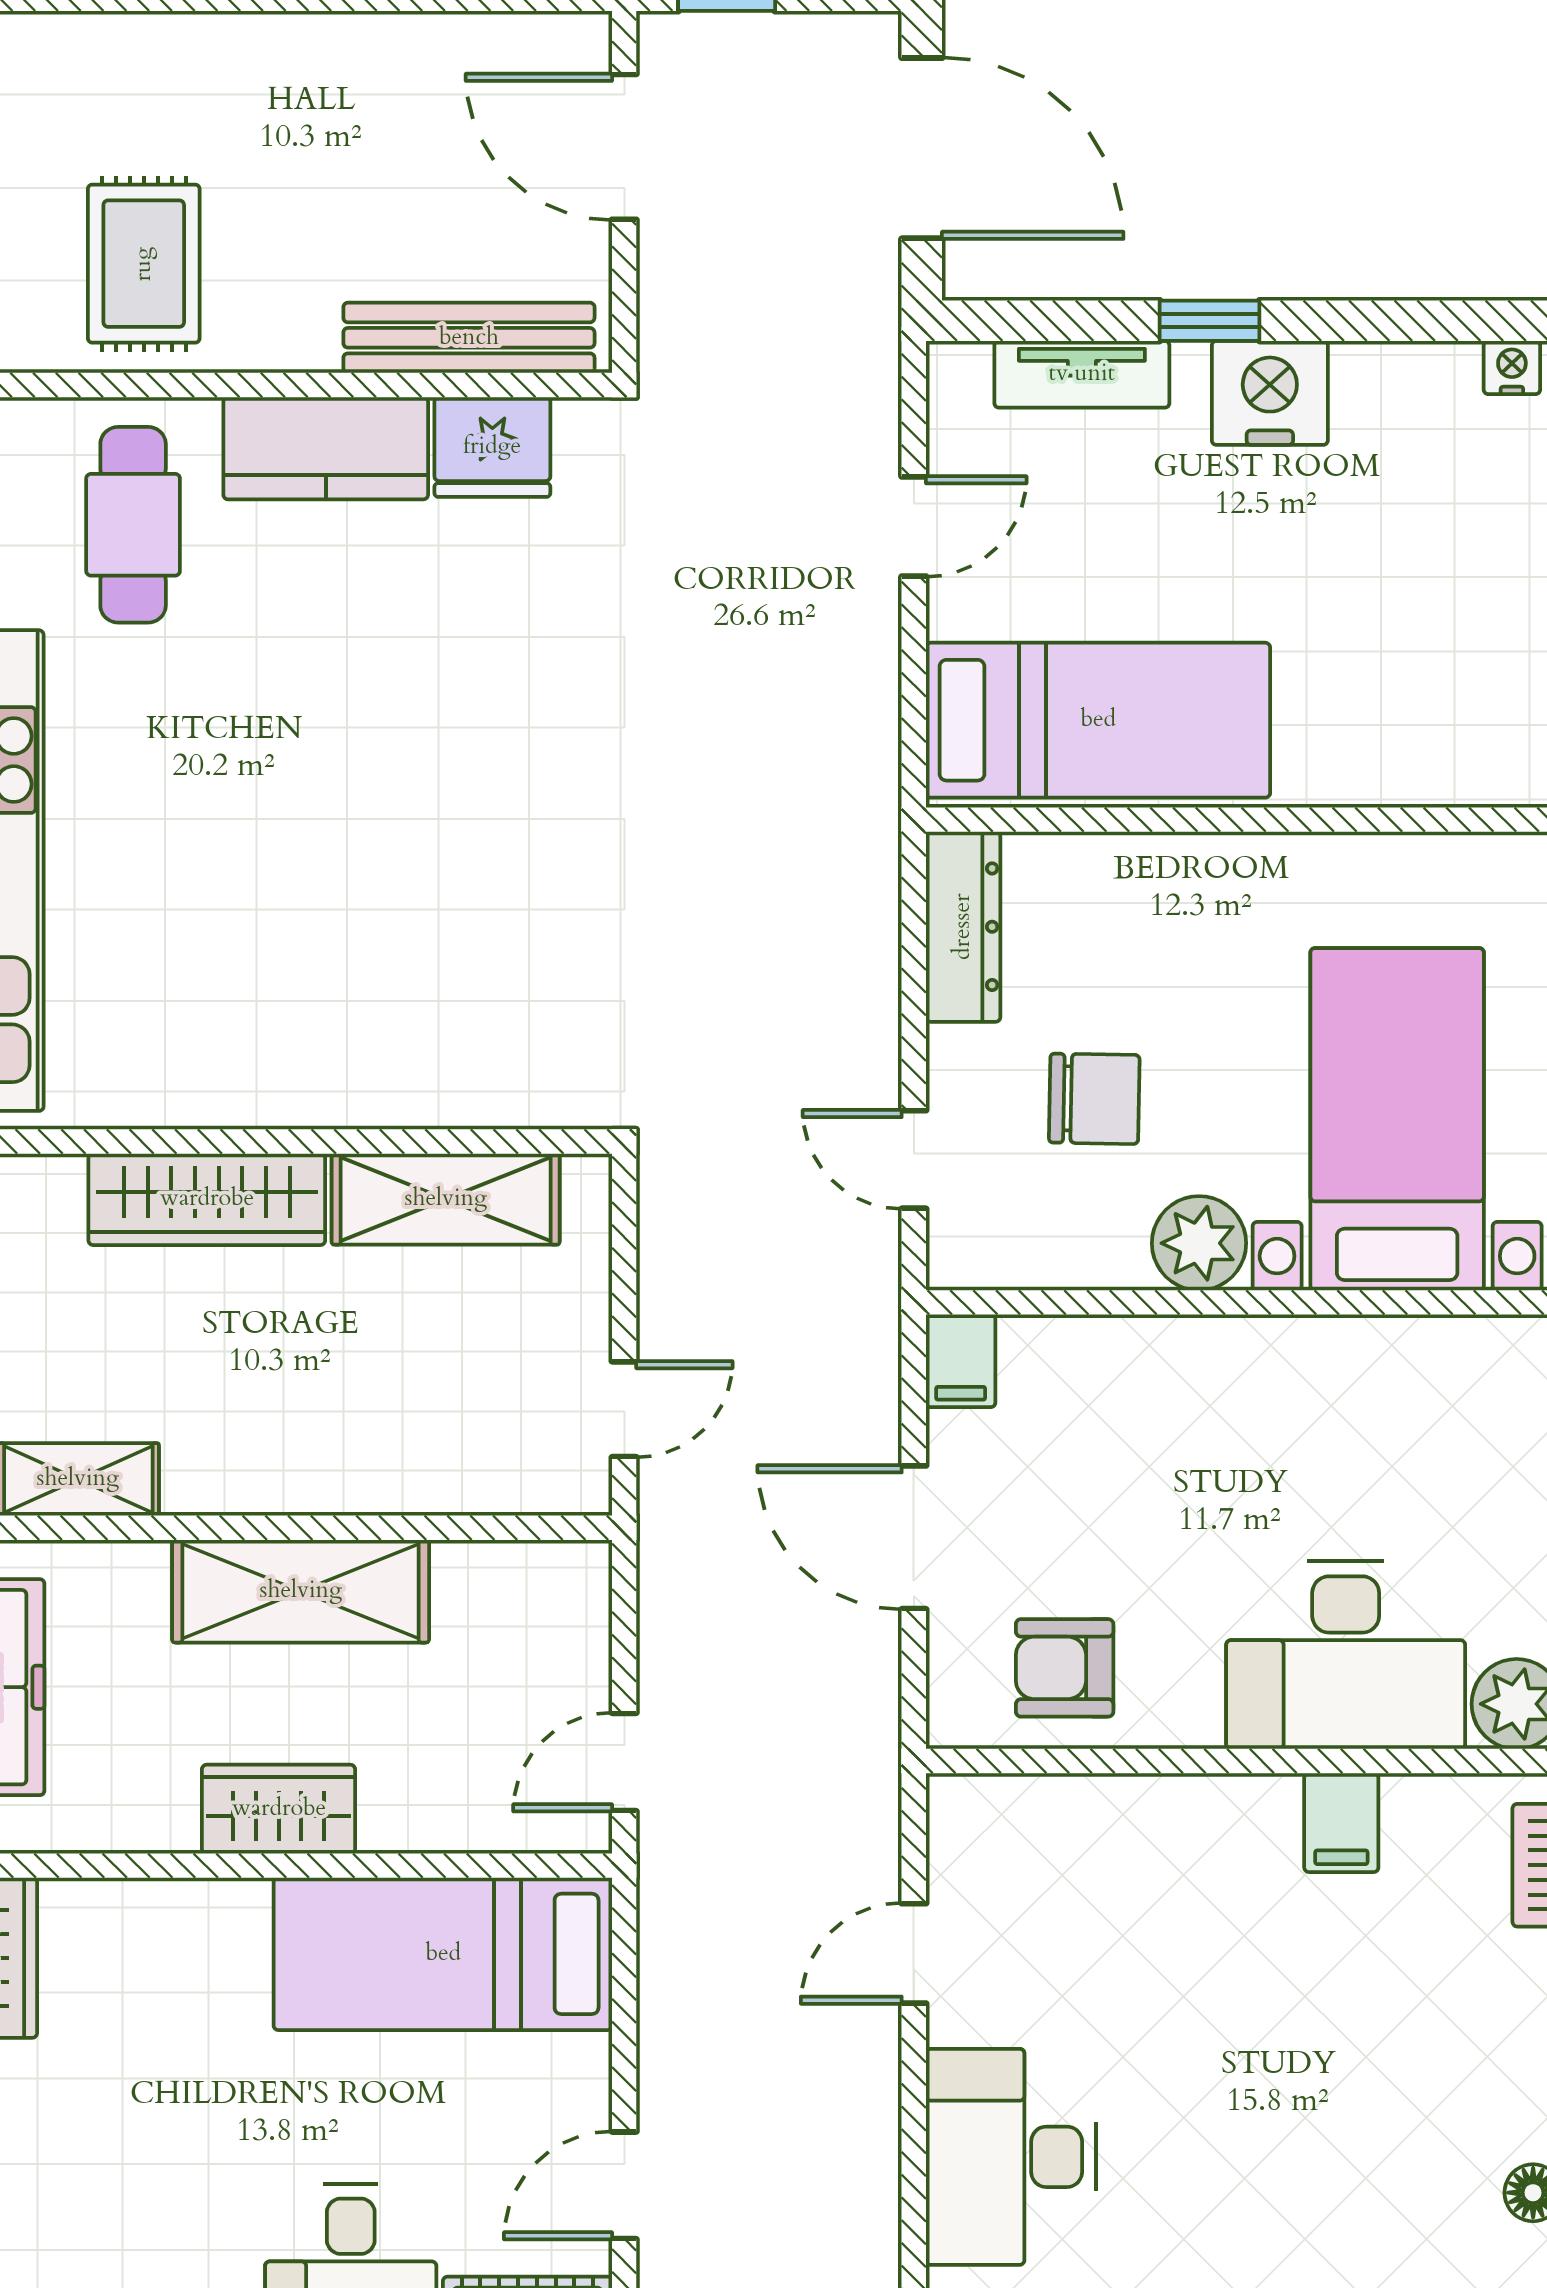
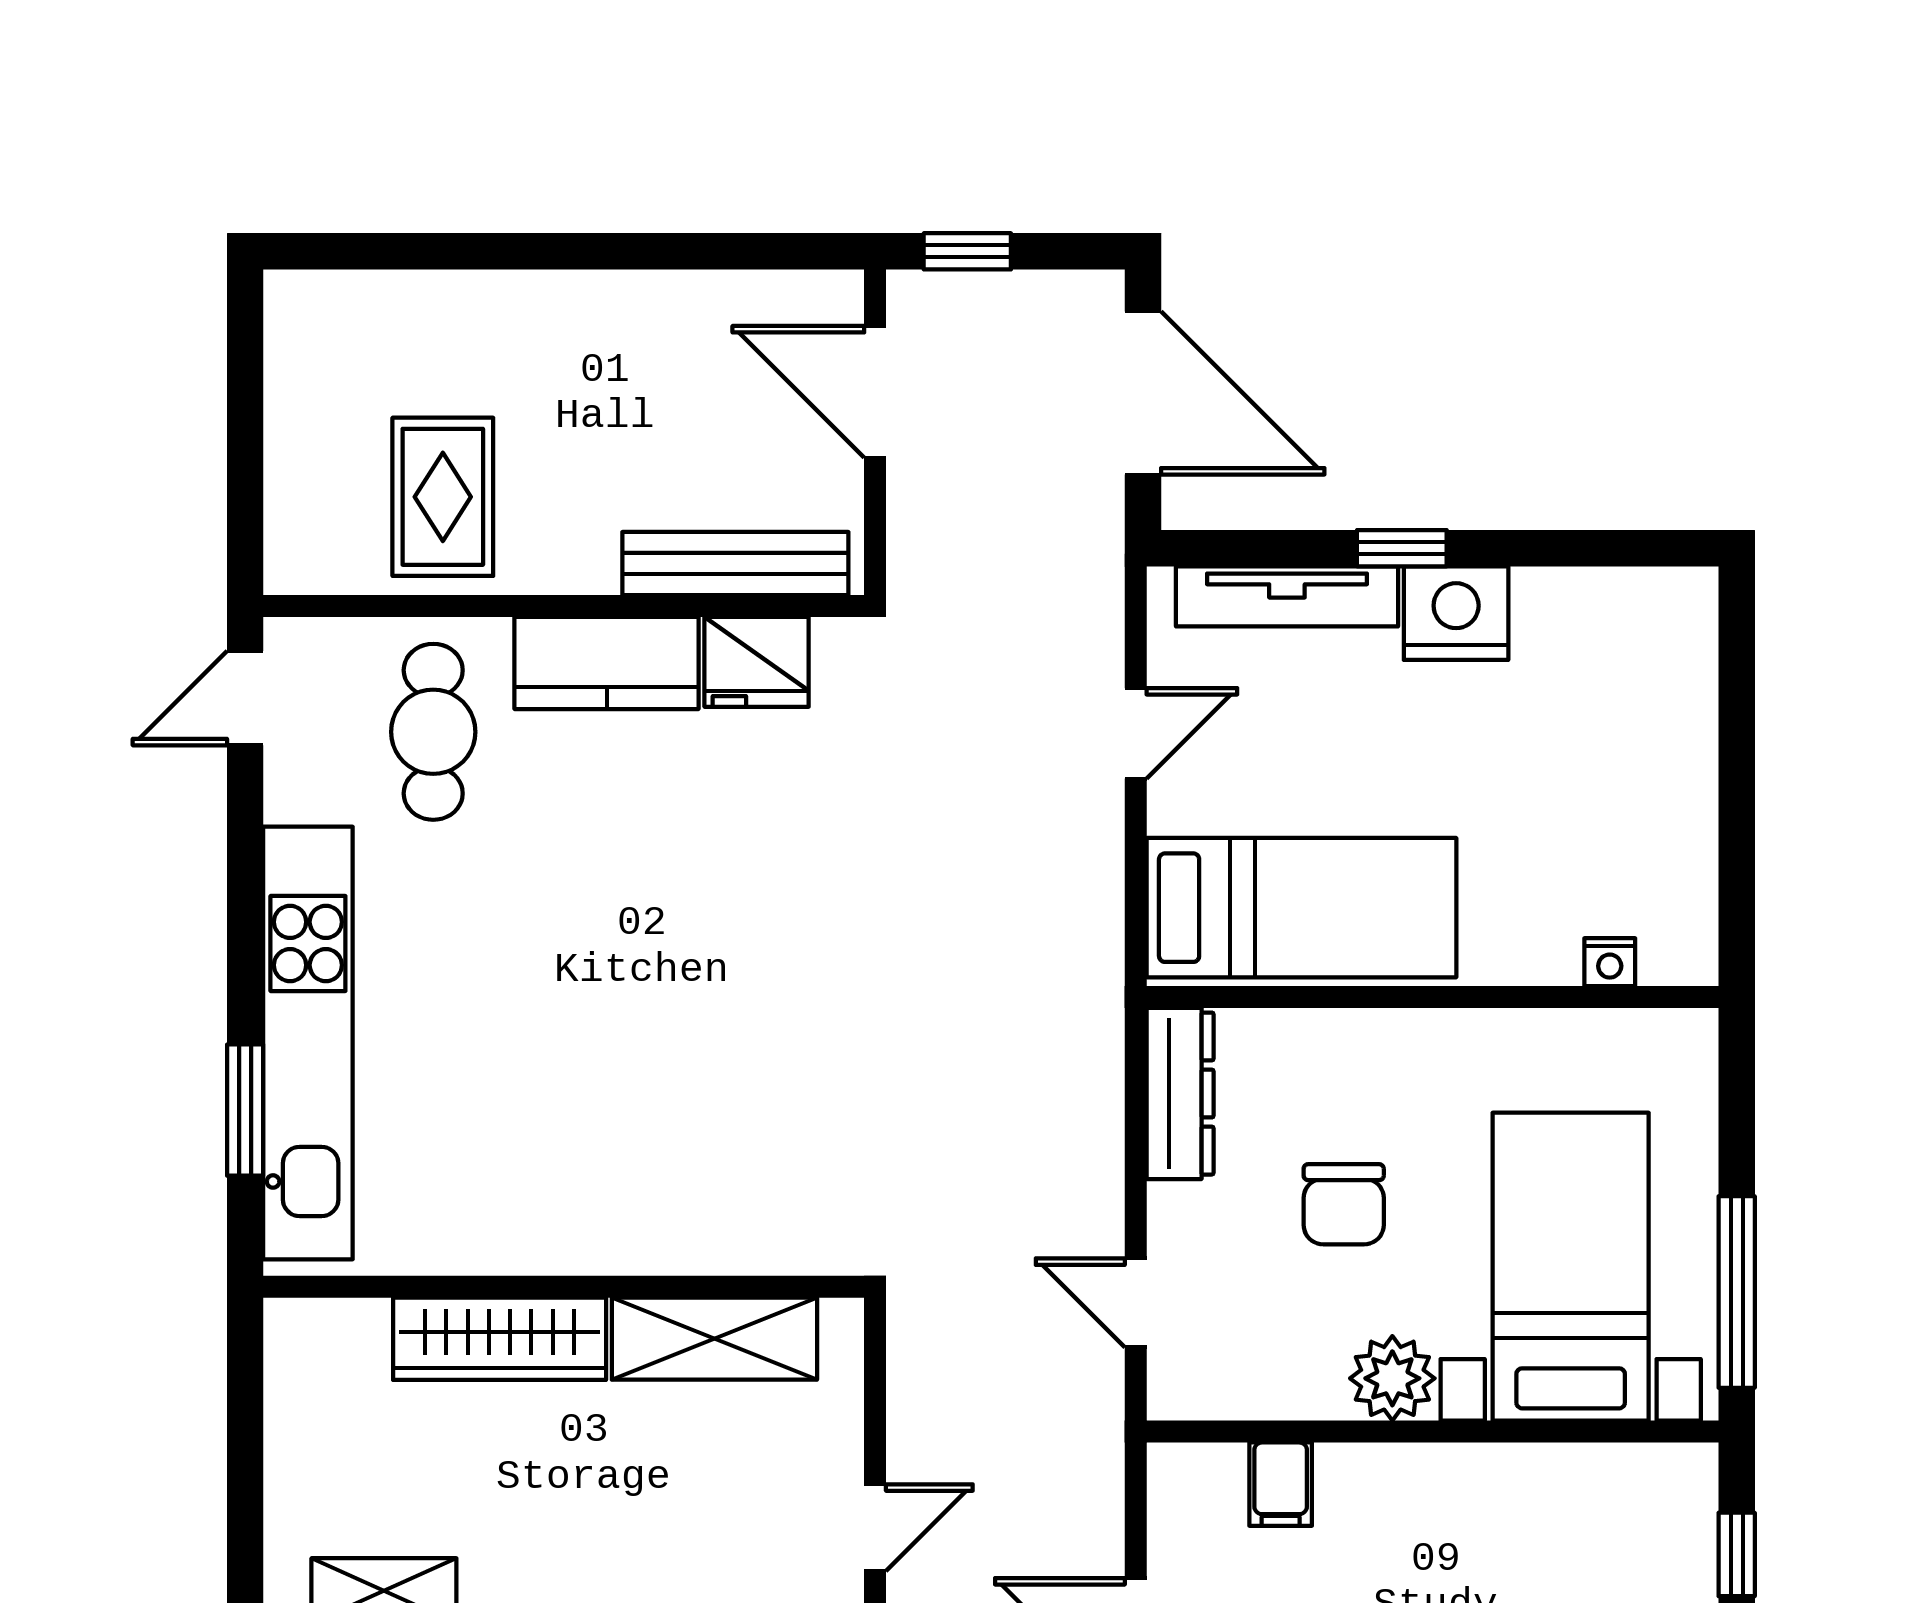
nightstand: (1512, 367) -> (1610, 962), moved, turned 180
tv unit: (1082, 374) -> (1287, 596), width x1.41
chair: (1094, 1099) -> (1344, 1204), moved, turned 89
filing cabinet: (961, 1361) -> (1281, 1484), moved

